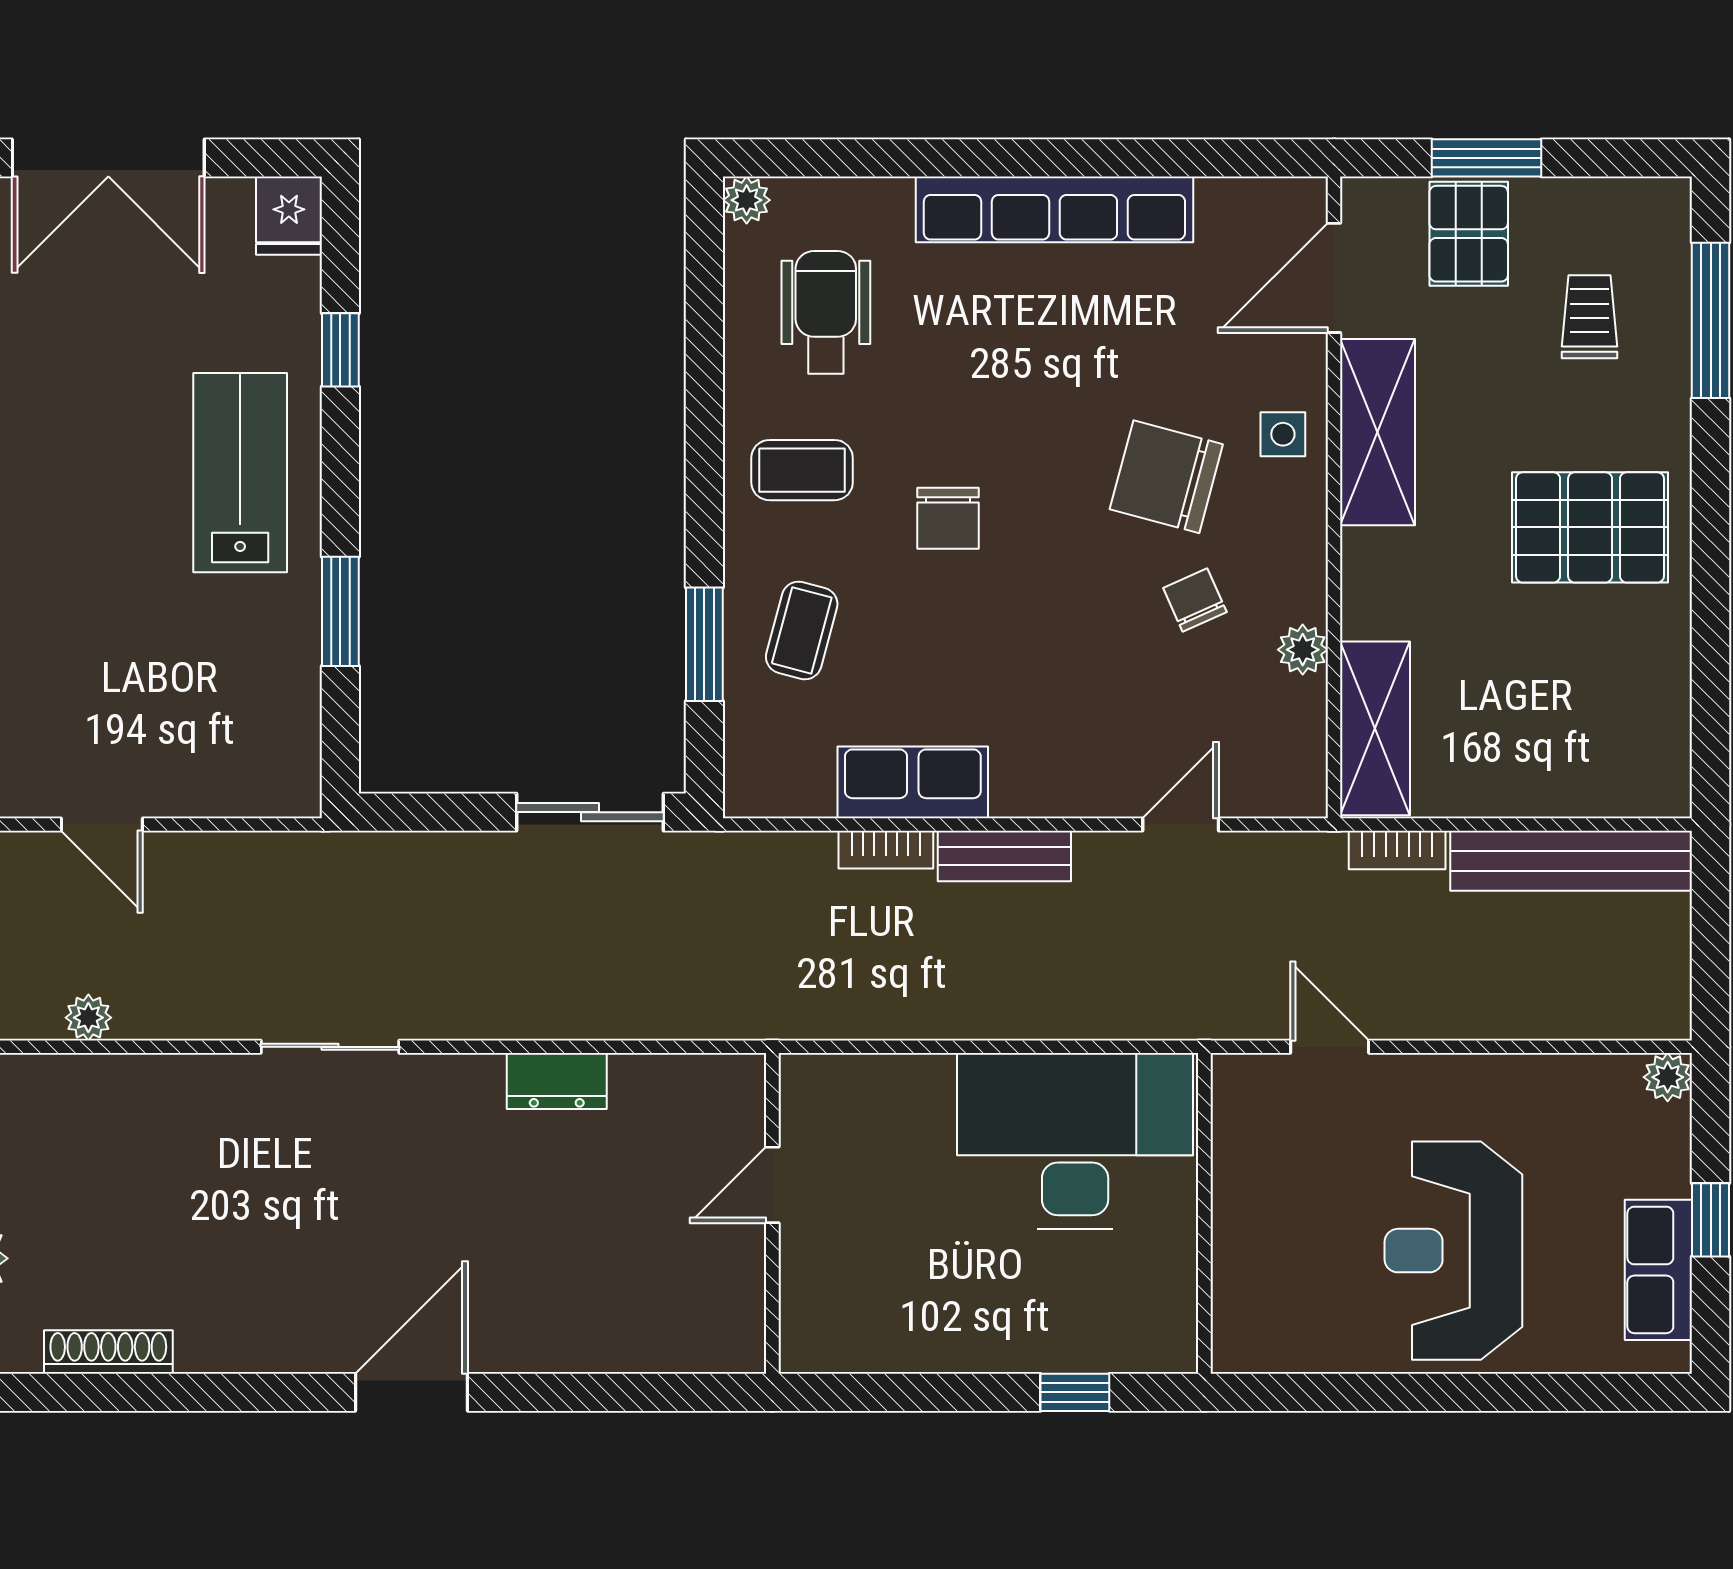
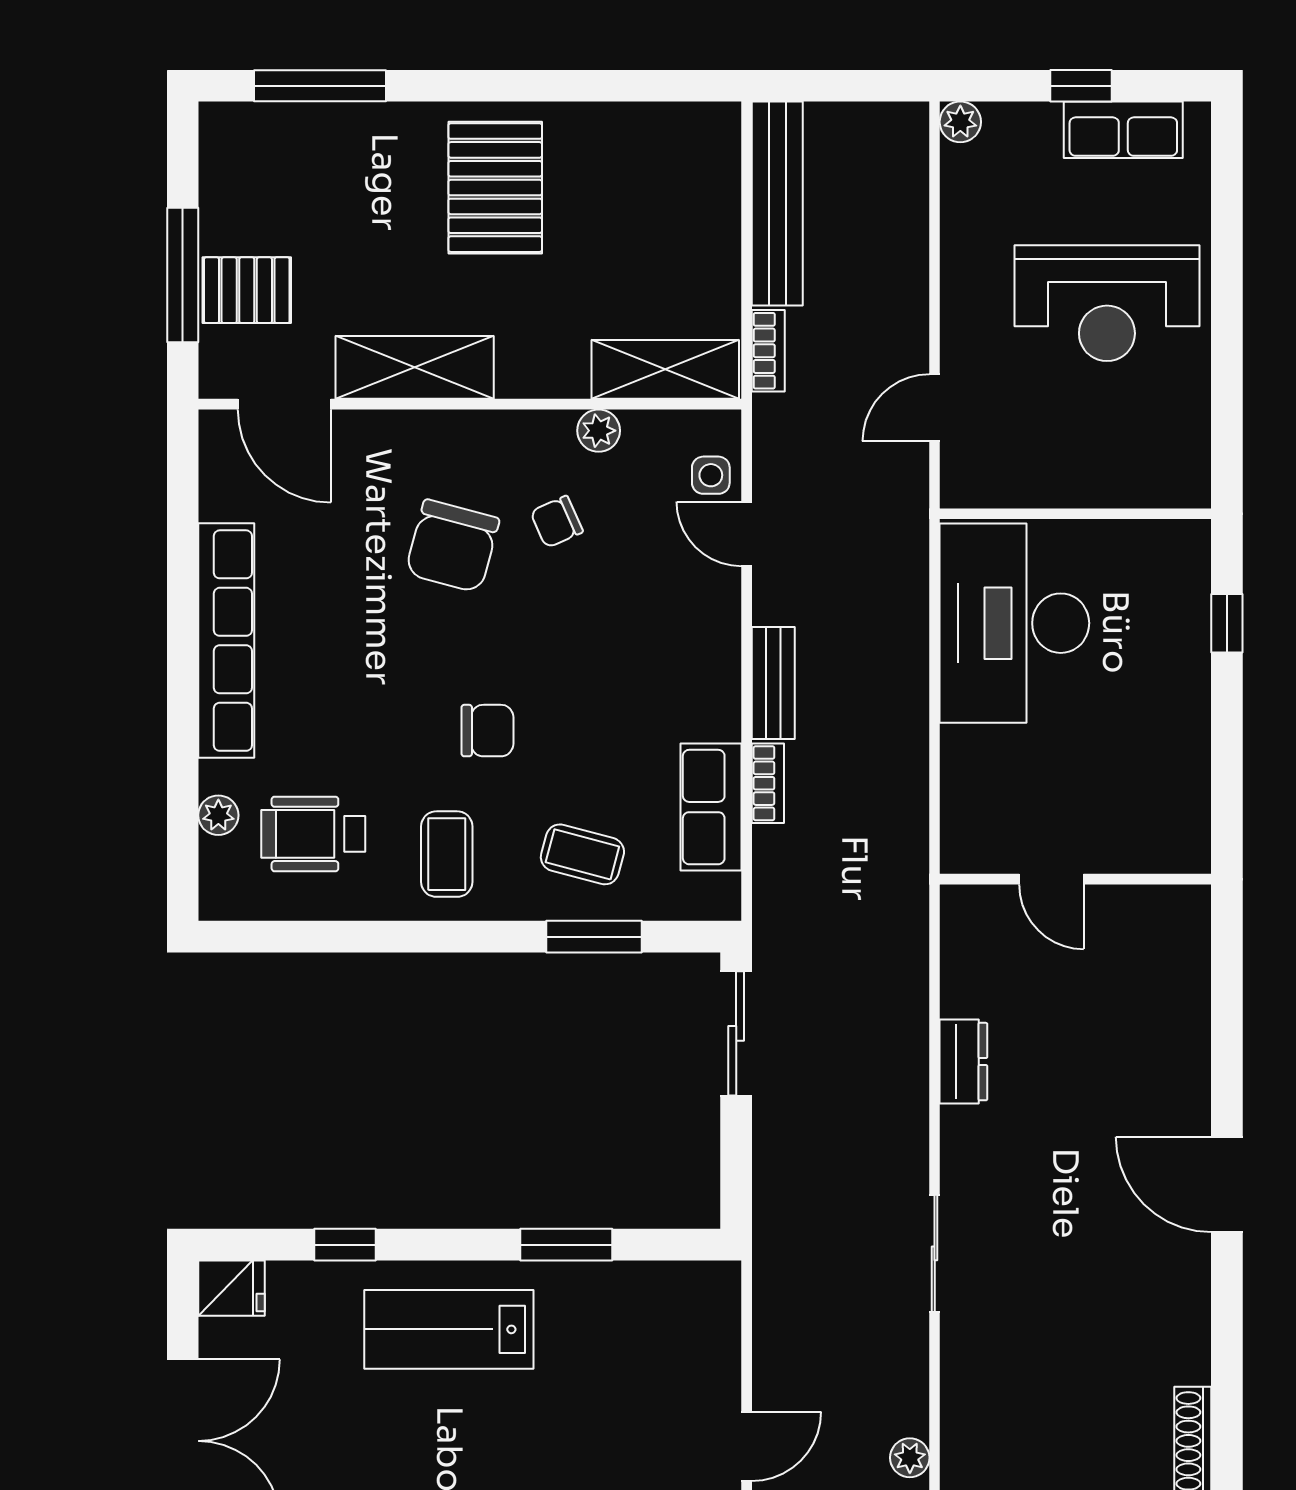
window: (1487, 158) -> (183, 275), width x1.44
plant: (747, 200) -> (218, 815), moved
trolley: (1590, 317) -> (317, 188), removed
side table: (1283, 434) -> (711, 475), moved
row of seats: (913, 782) -> (711, 807), moved

